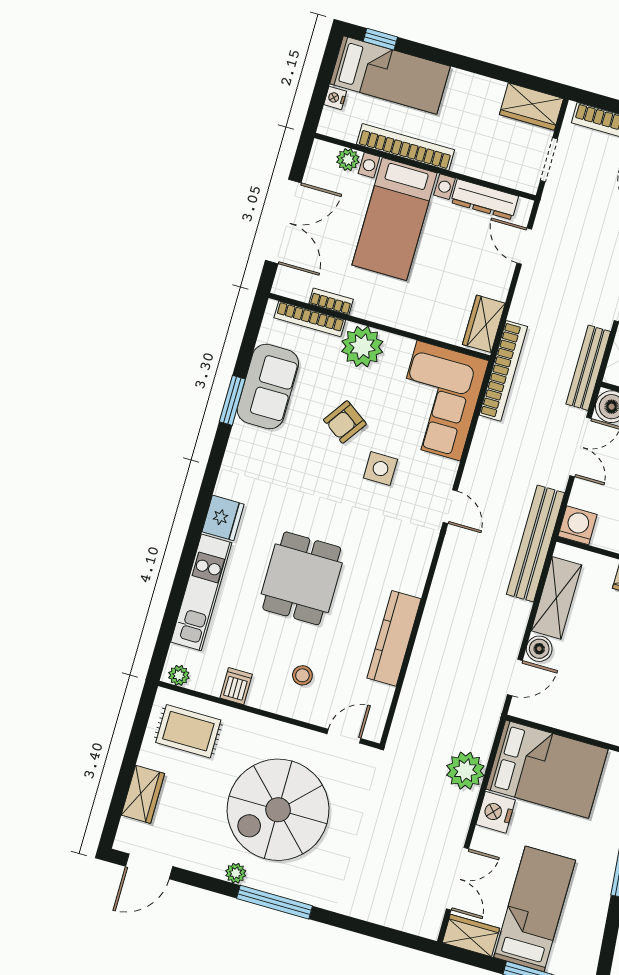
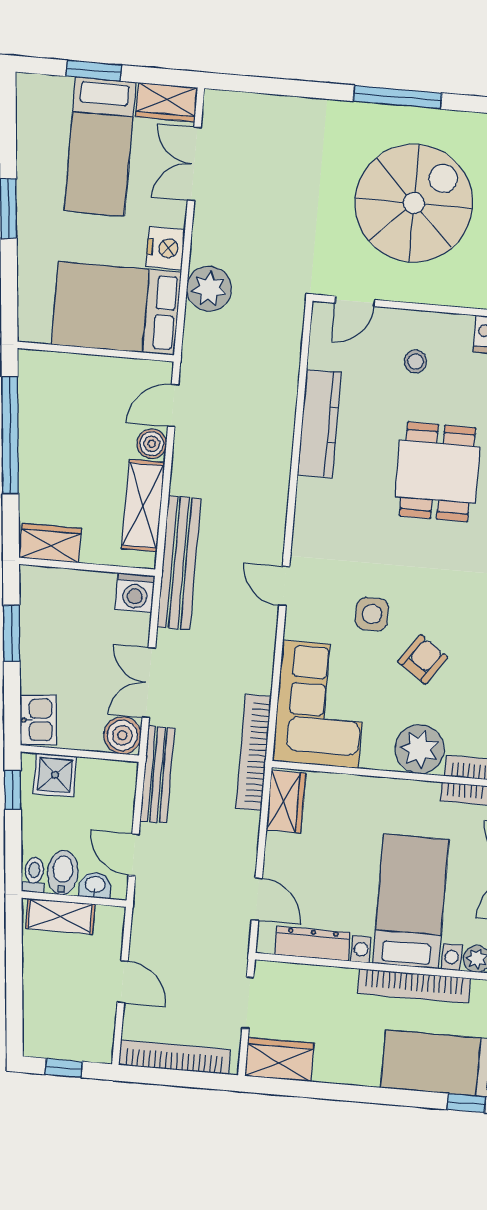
plant: (236, 873) -> (448, 122), removed

